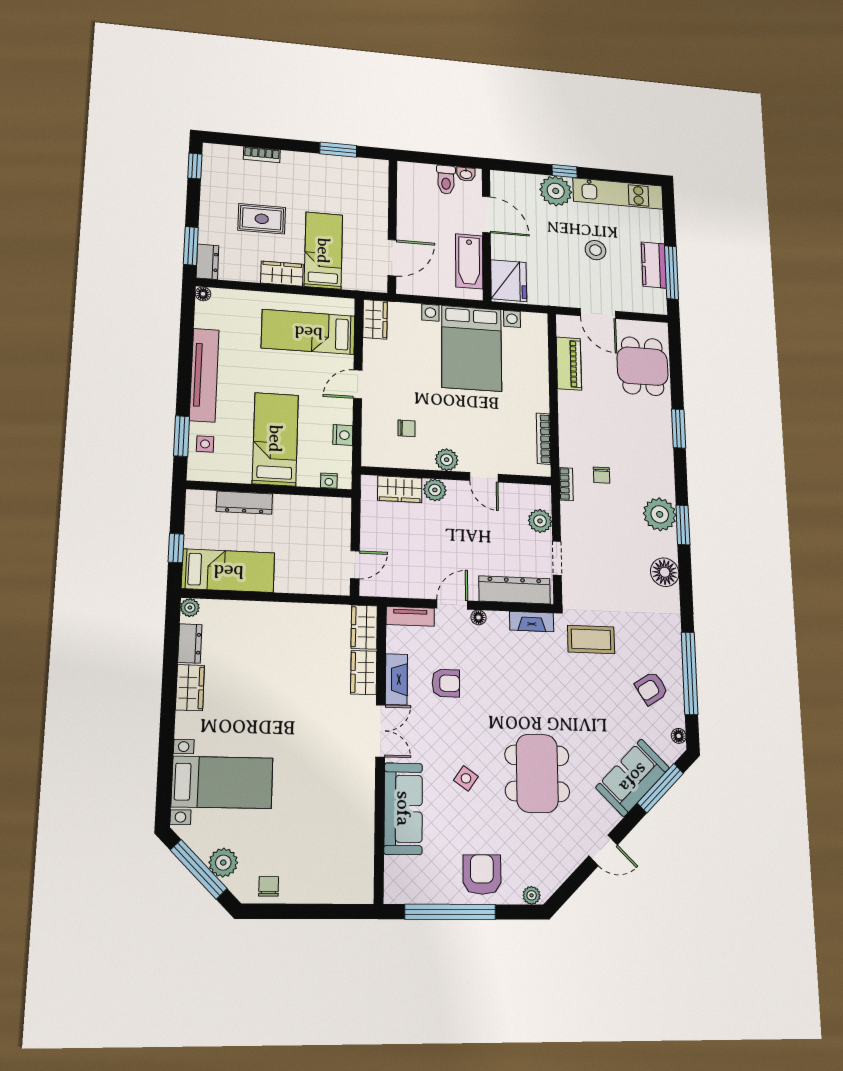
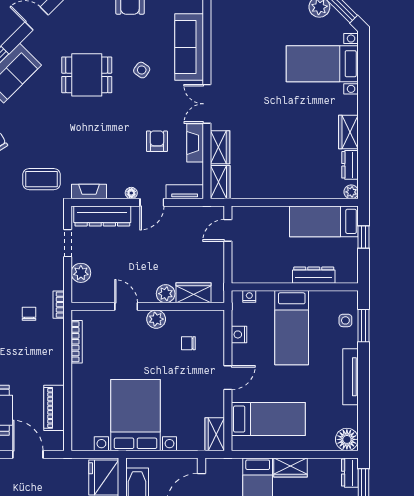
floor lamp: (203, 294) -> (347, 439), width x1.89, depth x1.89
tv unit: (204, 375) -> (351, 377), width x0.73, depth x0.78
armchair: (446, 683) -> (157, 141), turned 90
dining table: (537, 773) -> (87, 75), width x0.73

